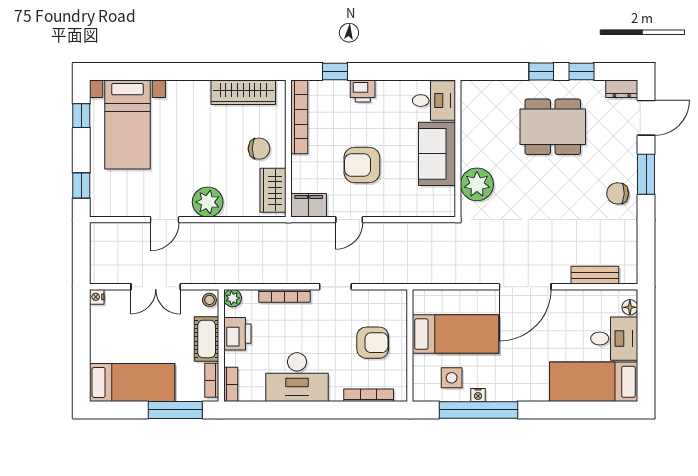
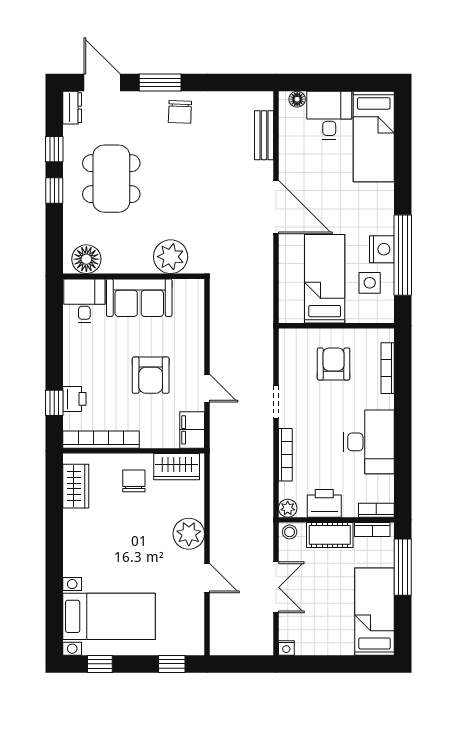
printer: (363, 91) -> (74, 399), moved
wardrobe: (243, 92) -> (76, 486), width x0.67
floor lamp: (475, 103) -> (86, 259), added
nightstand: (478, 395) -> (382, 249), width x1.89, depth x1.79

